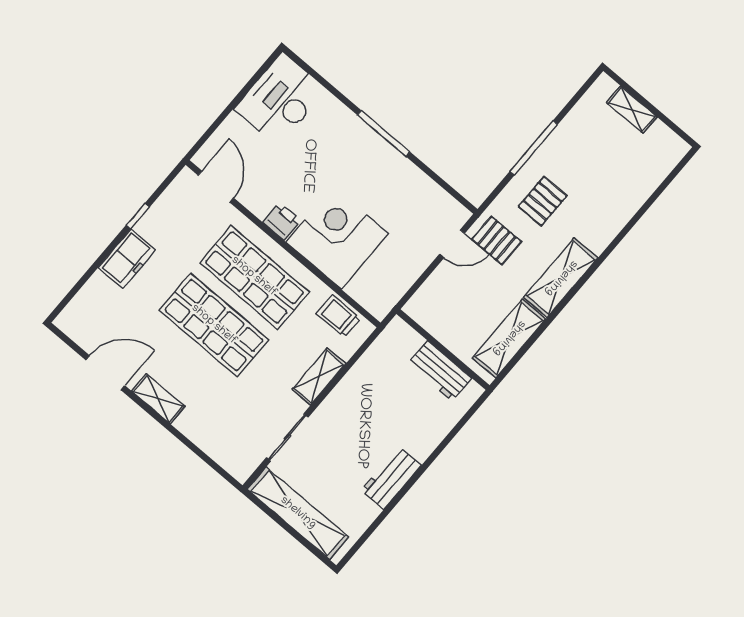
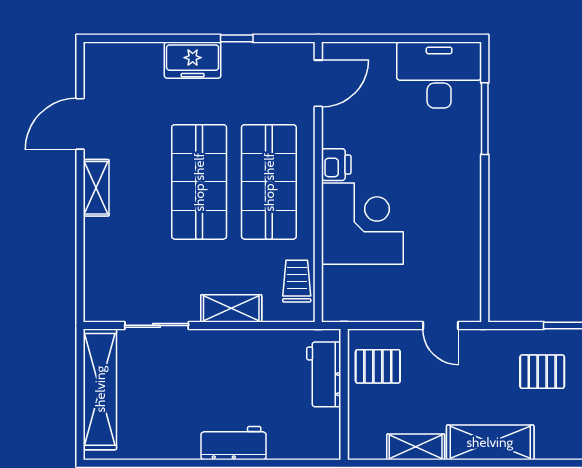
window: (384, 134) -> (485, 119), moved
pallet: (497, 241) -> (378, 366), moved, turned 90
shelving: (509, 338) -> (416, 447), width x0.67, depth x0.75
workbench: (440, 371) -> (324, 374), moved
door: (105, 373) -> (80, 124), swing flipped
workbench: (391, 478) -> (233, 443), moved

